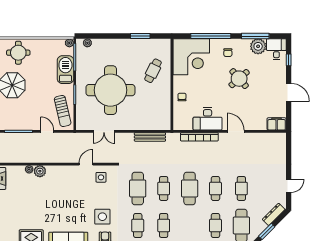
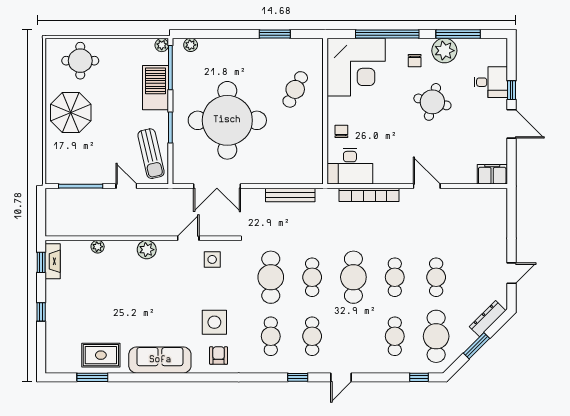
plant: (258, 46) -> (444, 51), moved
desk: (276, 49) -> (491, 82), moved, turned 90
window: (289, 60) -> (512, 90), moved
round table: (239, 79) -> (432, 102), turned -35
desk: (208, 119) -> (350, 166), moved
double door: (104, 131) -> (217, 186), width x1.37
plant: (40, 171) -> (147, 250), moved

